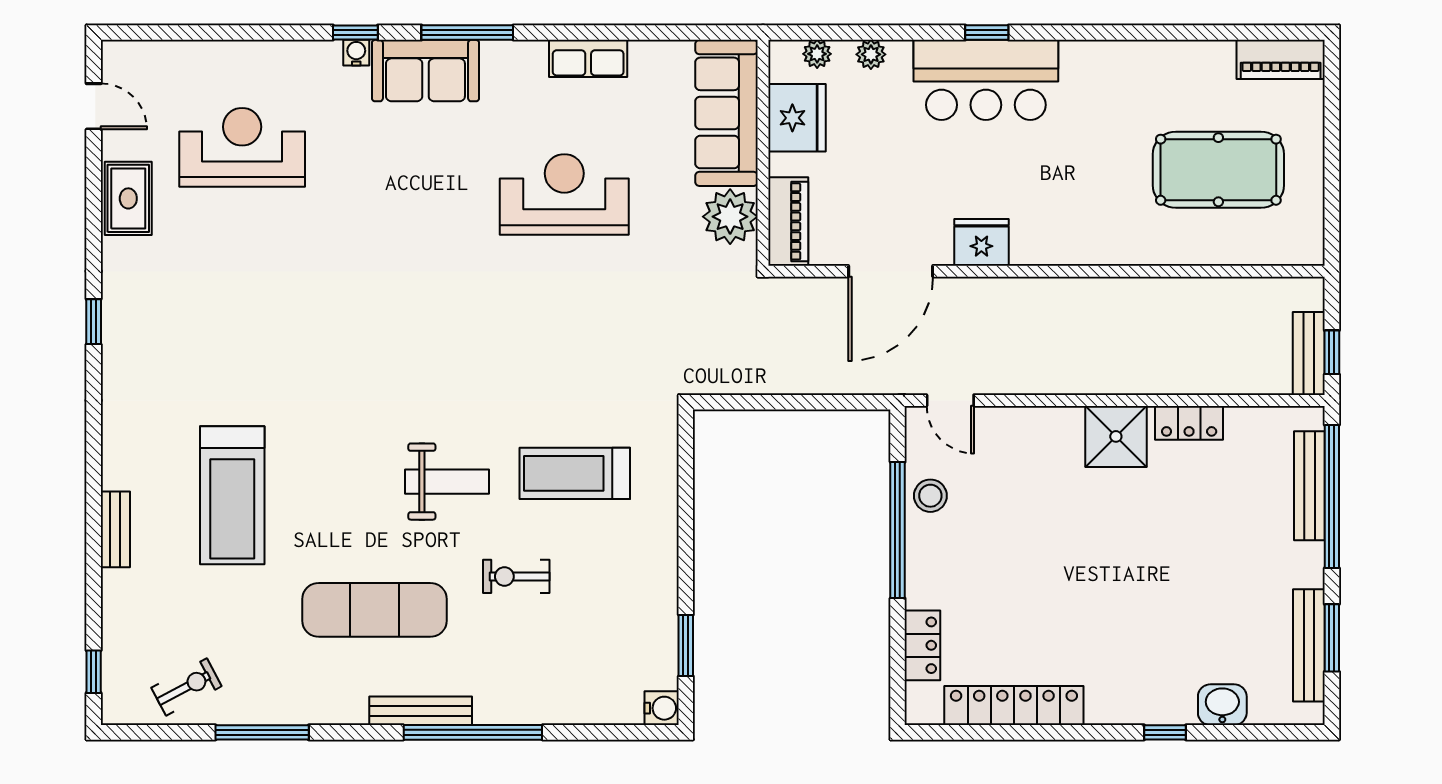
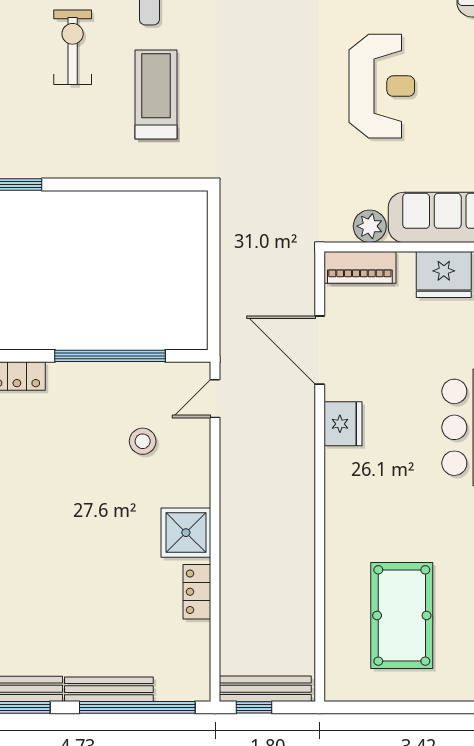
plant: (730, 217) -> (370, 226), width x0.73, depth x0.73
bench: (1309, 353) -> (265, 689), width x1.36
bench: (1309, 486) -> (109, 689), moved
stool: (930, 496) -> (143, 441), moved
exercise bike: (516, 576) -> (73, 47), width x1.38, depth x1.39

